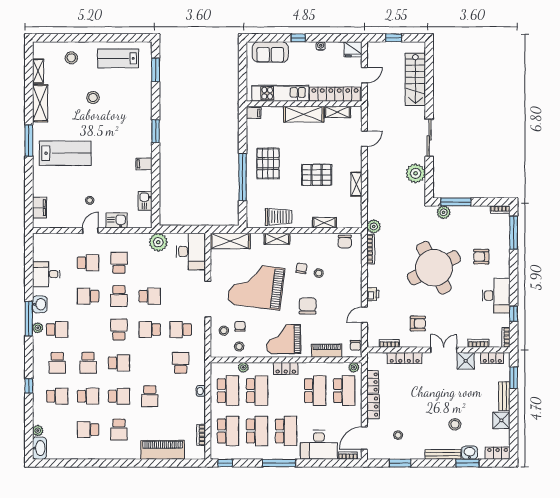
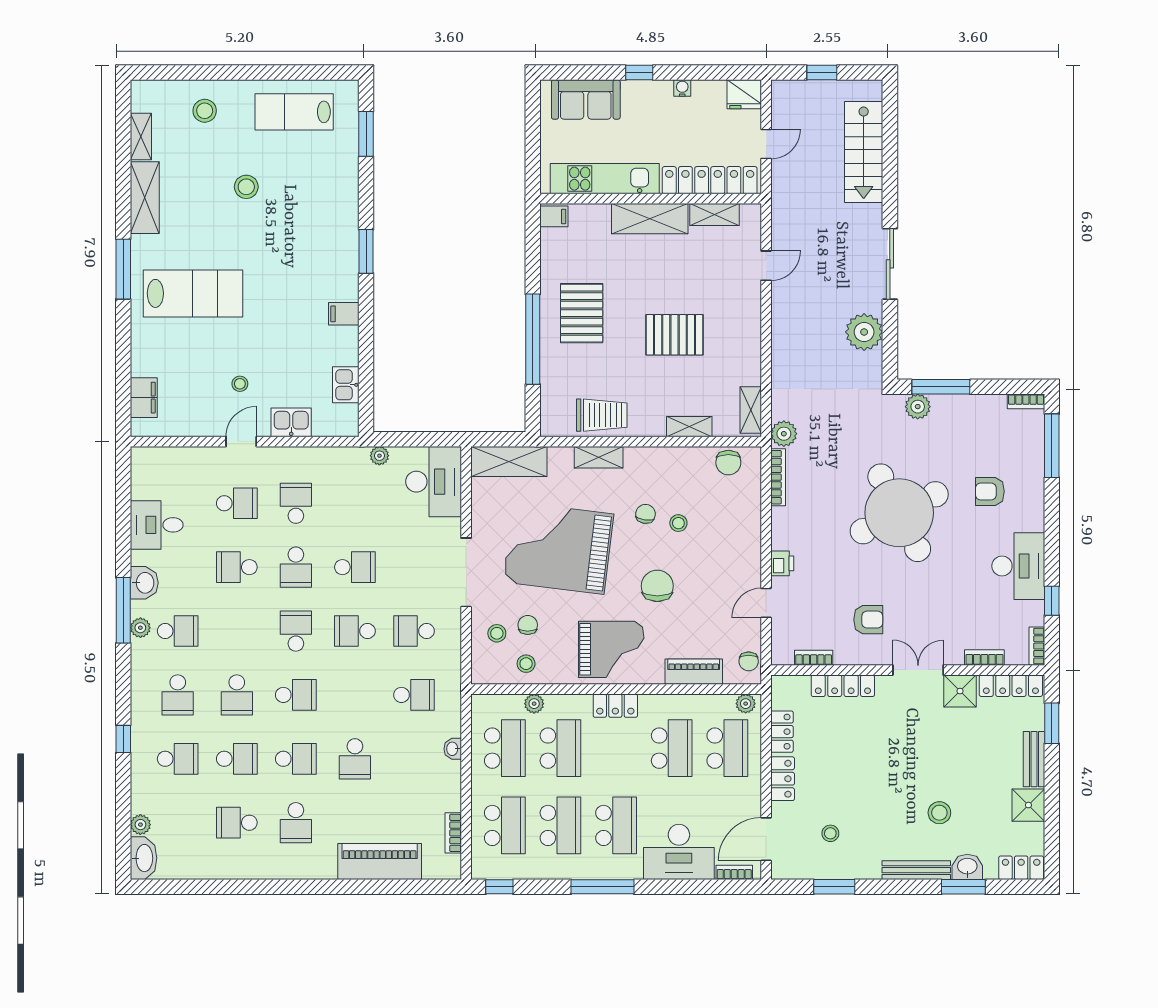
shelving: (356, 184) -> (751, 410), moved
plant: (158, 242) -> (379, 456), width x0.53, depth x0.53
grand piano: (284, 339) -> (611, 649), turned 180
locker: (492, 358) -> (1011, 686), width x1.53
school desk: (181, 363) -> (414, 695), turned 90

